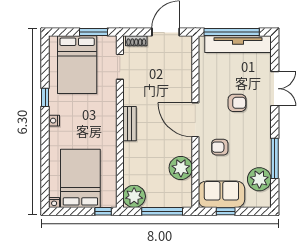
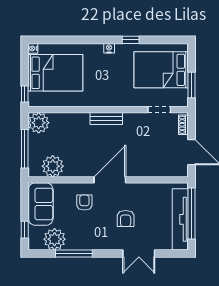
plant: (181, 168) -> (53, 166), moved
window: (226, 211) -> (25, 230), moved

